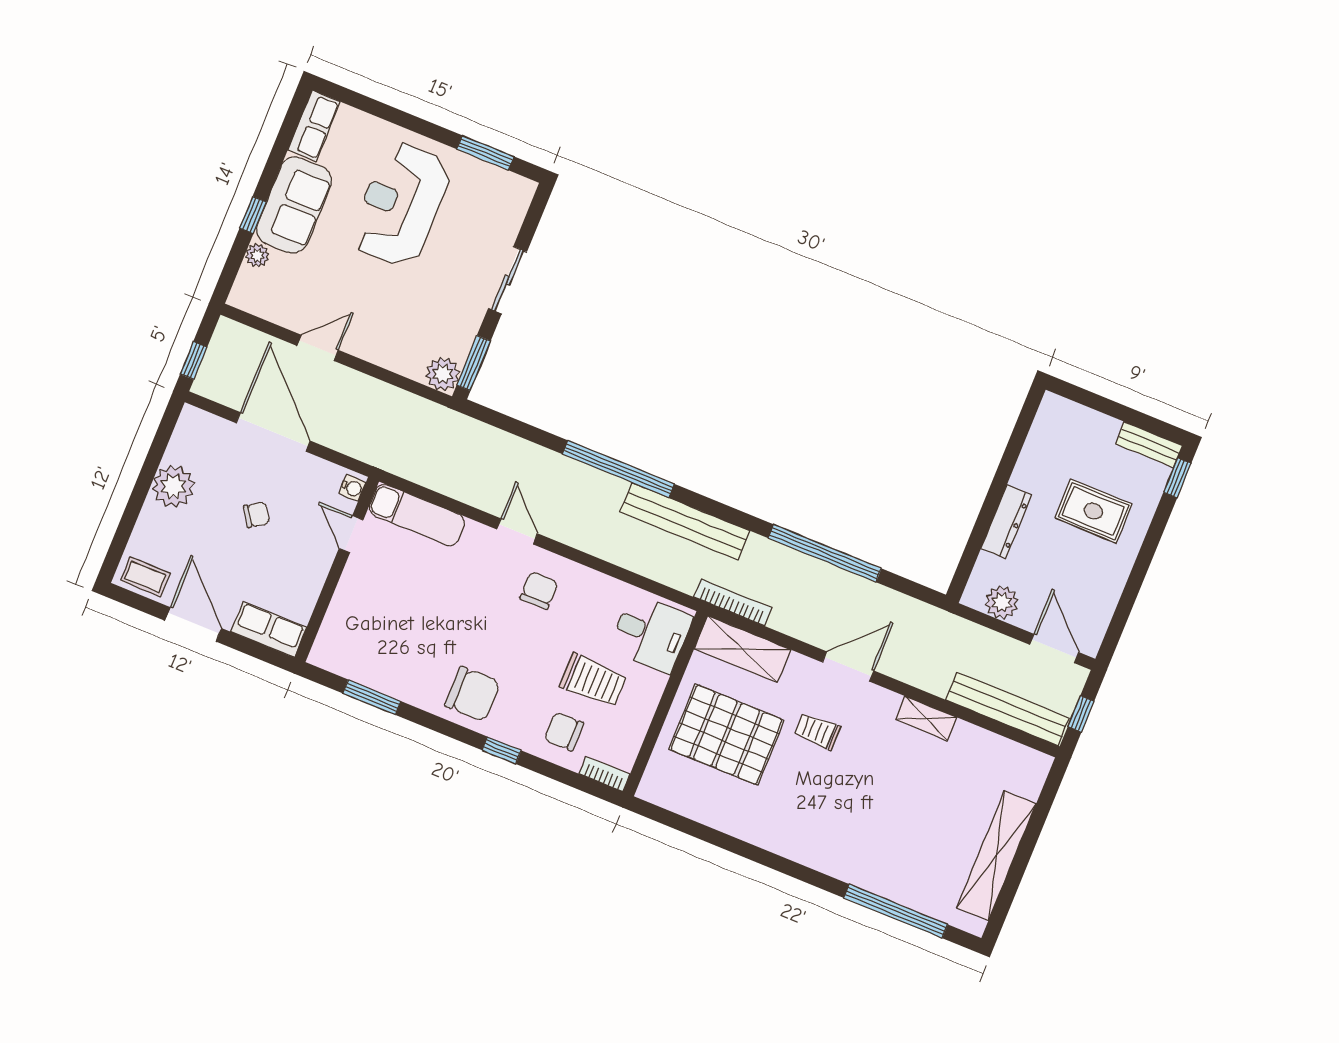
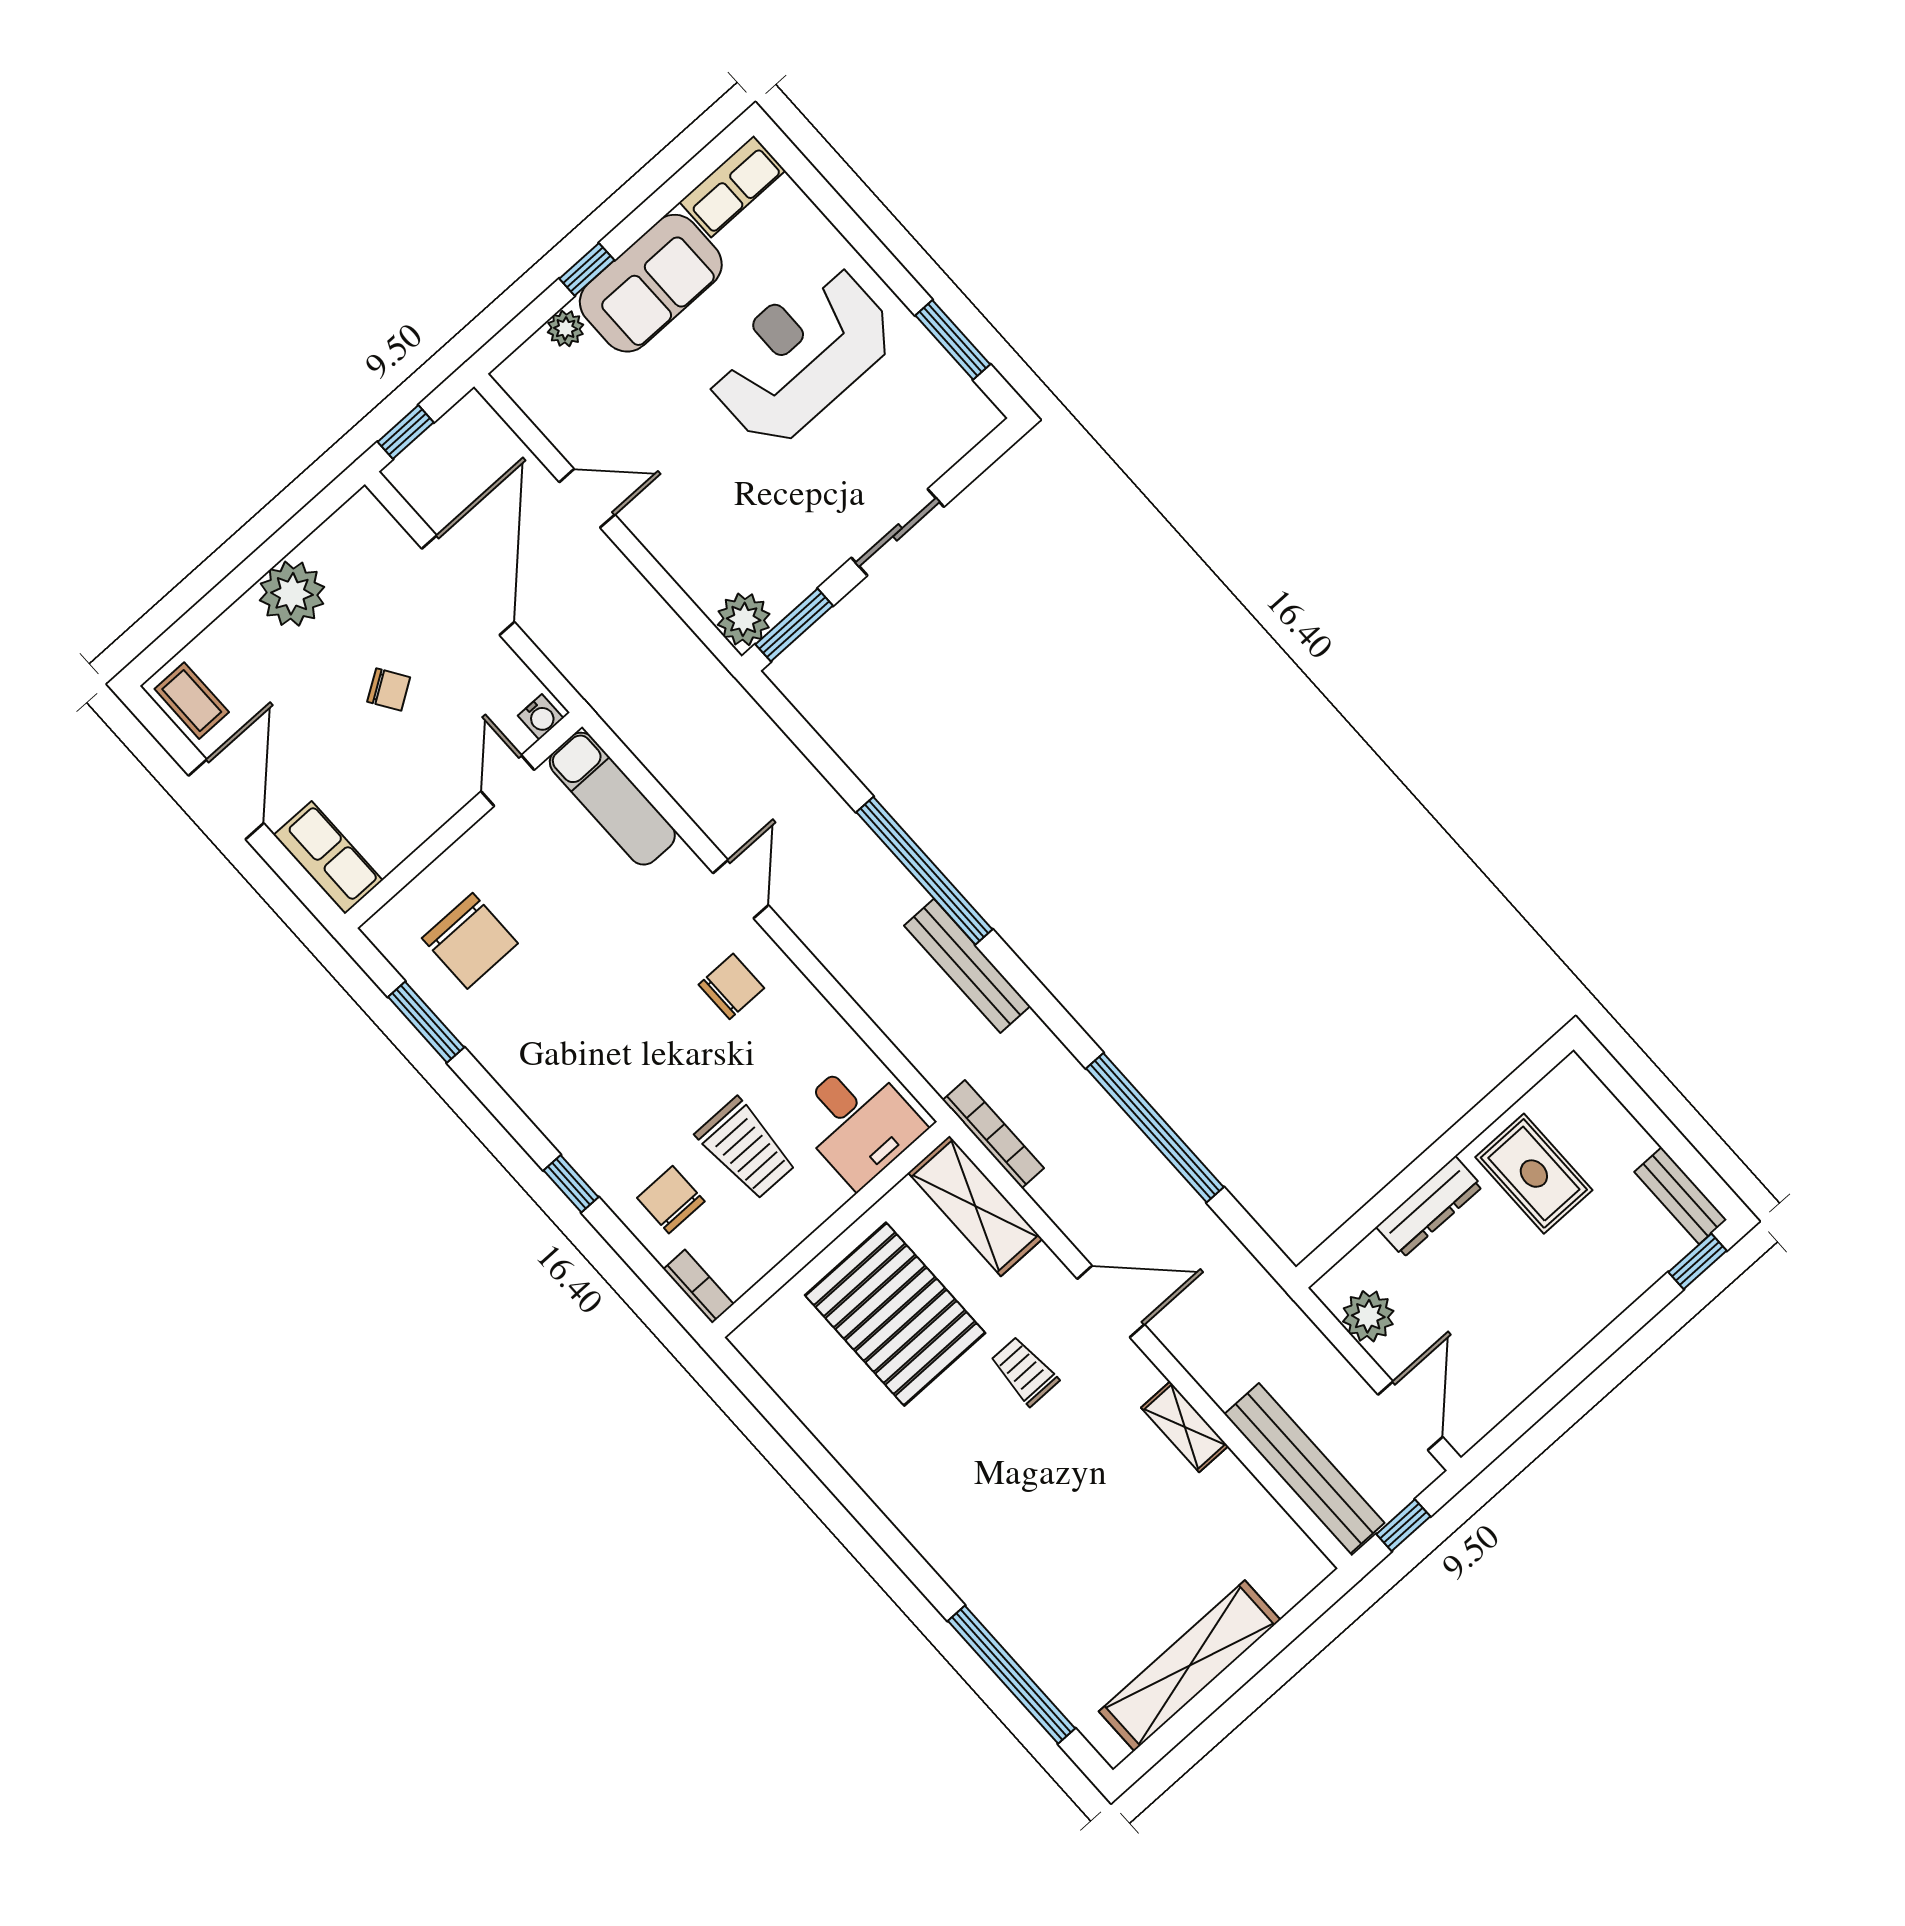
rug: (1093, 511) -> (1534, 1174), moved
bench: (685, 521) -> (967, 966), width x0.73, depth x0.82
chair: (472, 694) -> (470, 941), moved

